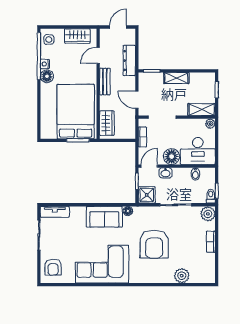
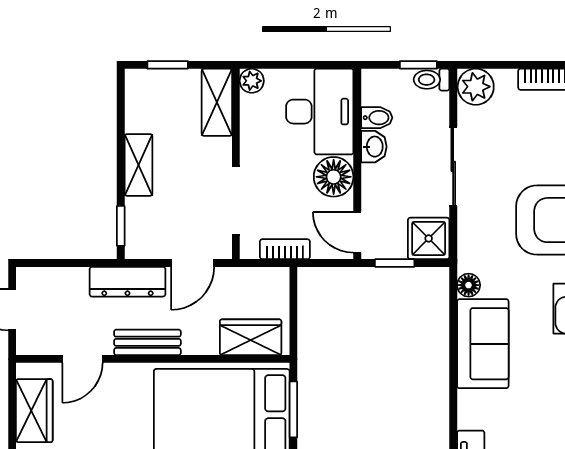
door: (98, 55) -> (82, 359), hinge flipped
dresser: (129, 60) -> (127, 282), moved
washbasin: (166, 173) -> (374, 147), moved

